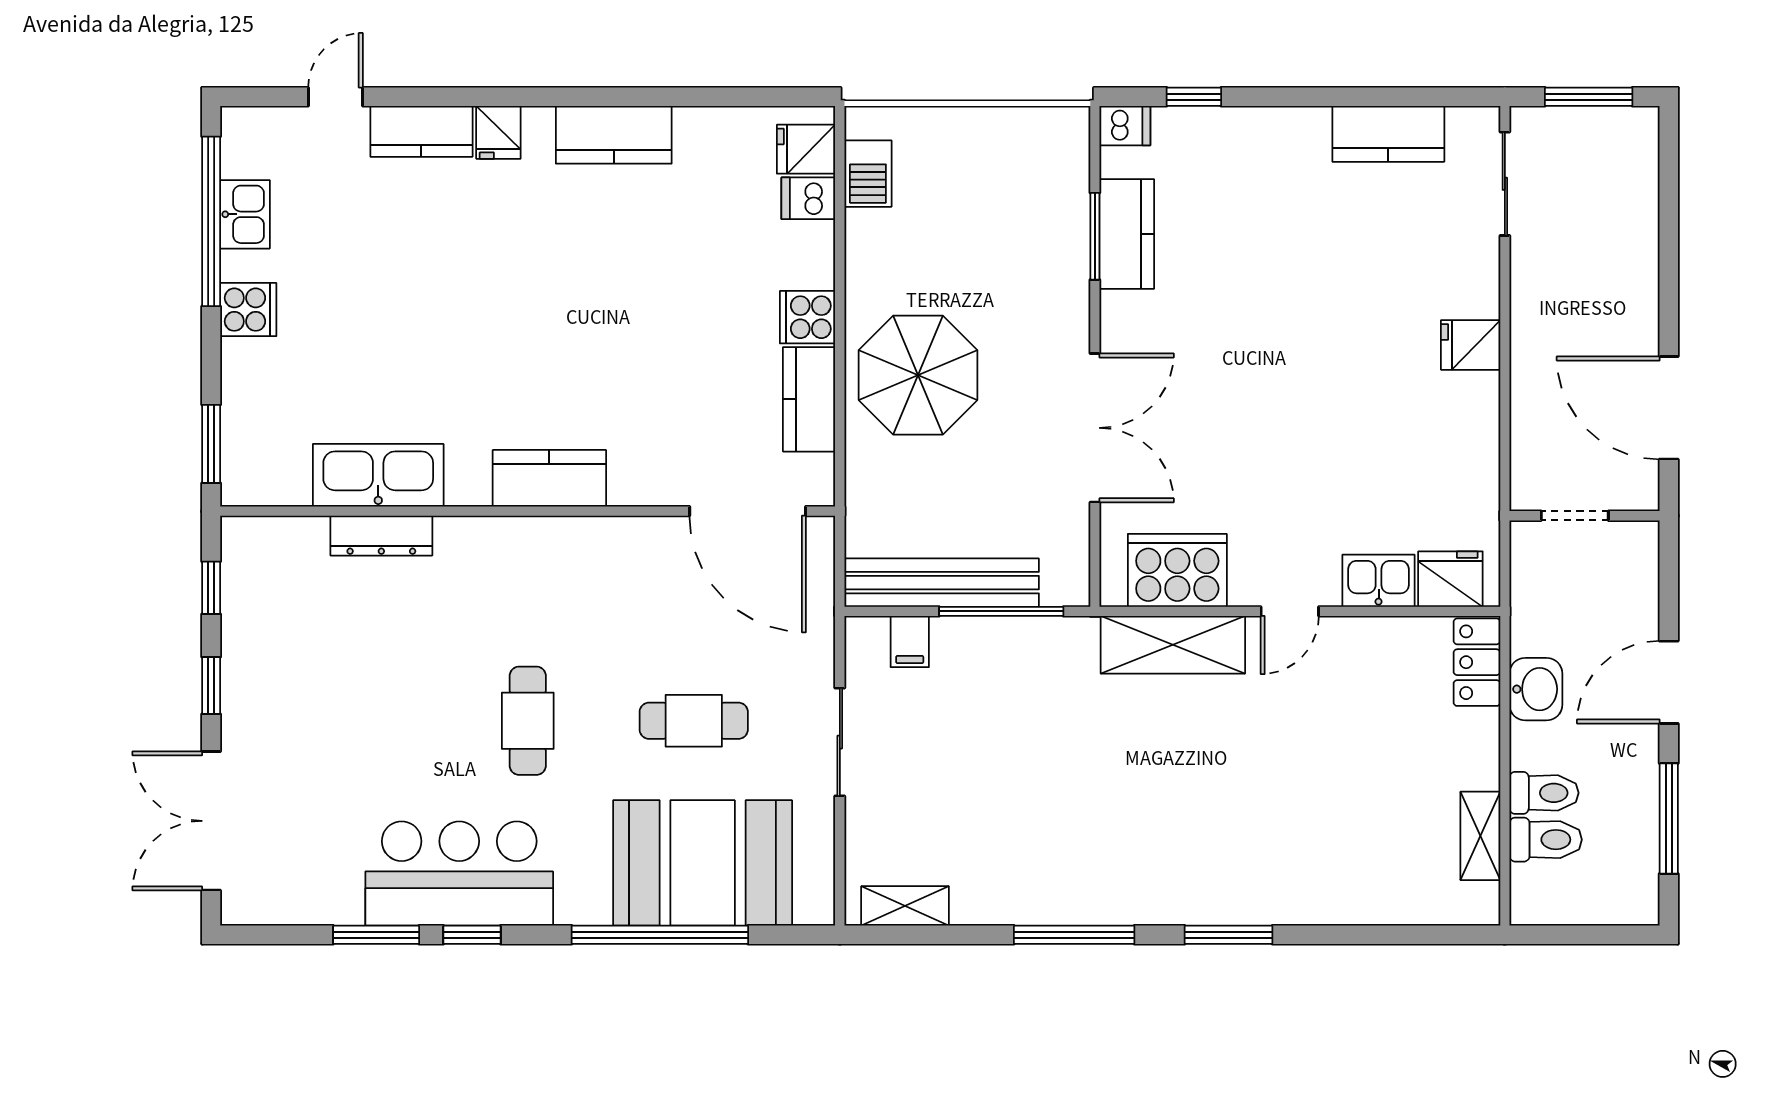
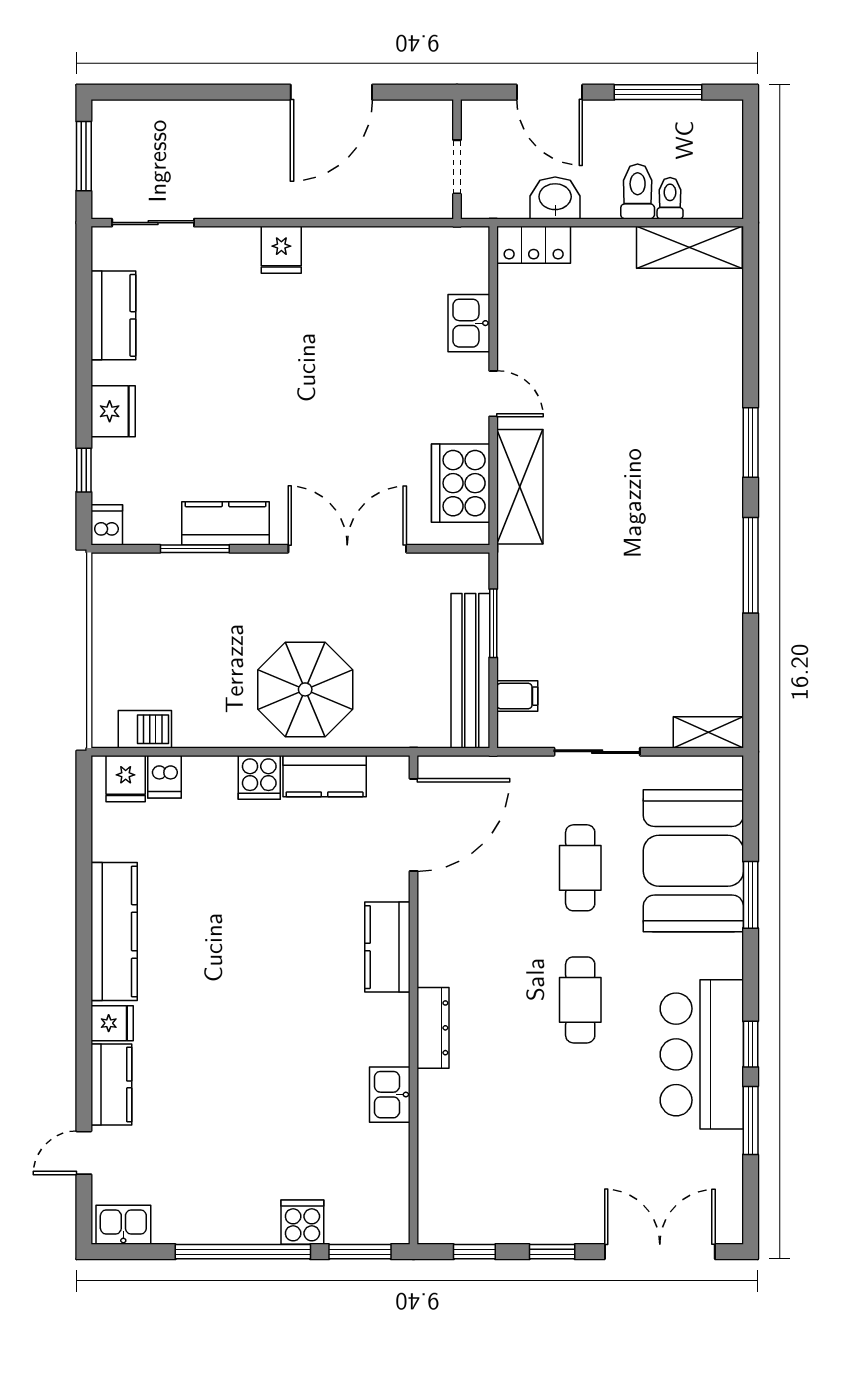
door: (335, 97) -> (84, 1153), hinge flipped
kitchen counter: (614, 135) -> (114, 931), width x1.50
kitchen sink: (245, 214) -> (123, 1225), moved
window: (211, 221) -> (243, 1252), moved
kitchen counter: (1127, 234) -> (226, 523), moved
cooker: (248, 310) -> (302, 1222), moved
kitchen sink: (378, 475) -> (390, 1095), width x0.53, depth x0.81
kitchen counter: (549, 478) -> (387, 947), moved
doorway: (1575, 516) -> (457, 167), moved
wall: (1585, 516) -> (457, 159), moved
dresser: (381, 536) -> (433, 1028), moved
fridge: (1450, 579) -> (113, 411), moved, turned 180
window: (1001, 611) -> (493, 623), width x0.69
cafe table: (528, 721) -> (580, 1000), turned 90
double door: (211, 821) -> (660, 1252), swing flipped
shelving: (1480, 836) -> (689, 247), width x1.50, depth x1.33
toilet: (1546, 840) -> (670, 198), width x0.73, depth x0.72
shelving: (905, 906) -> (708, 732), moved, turned 90
window: (660, 935) -> (751, 895), width x0.47

